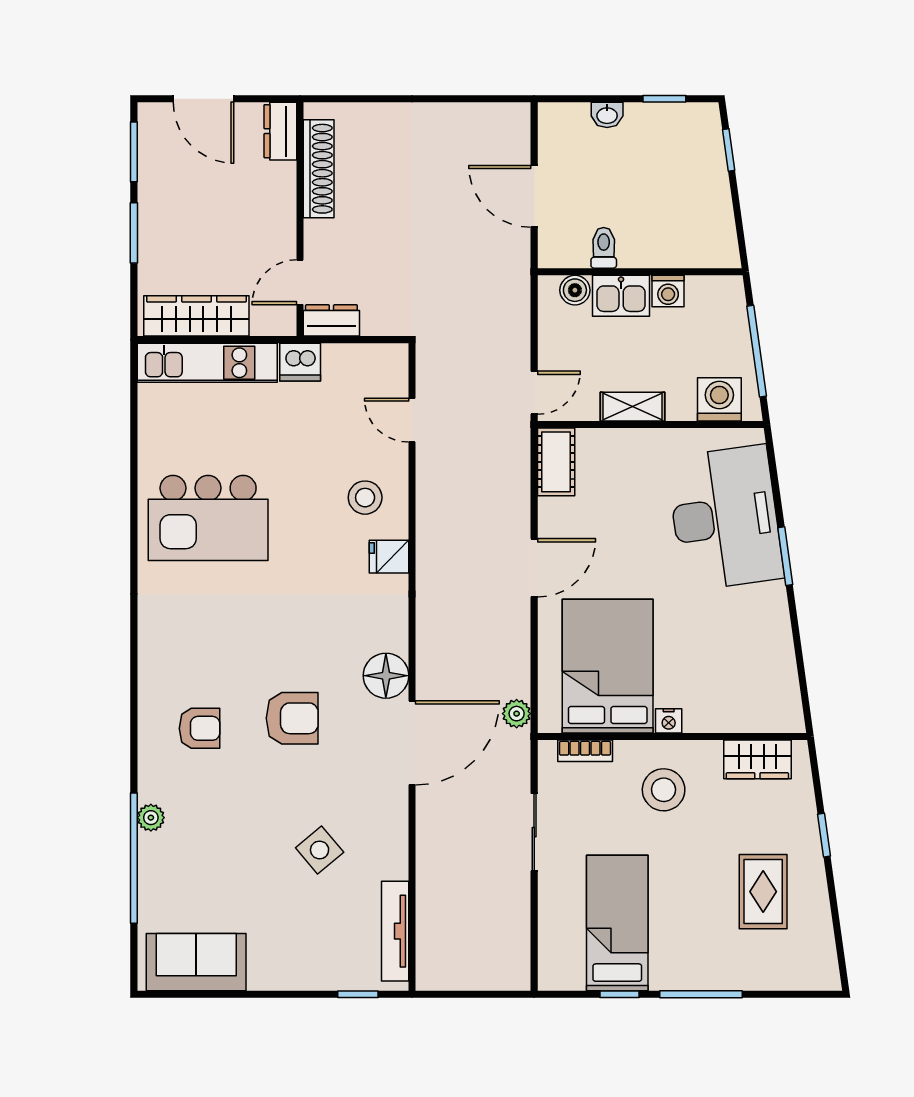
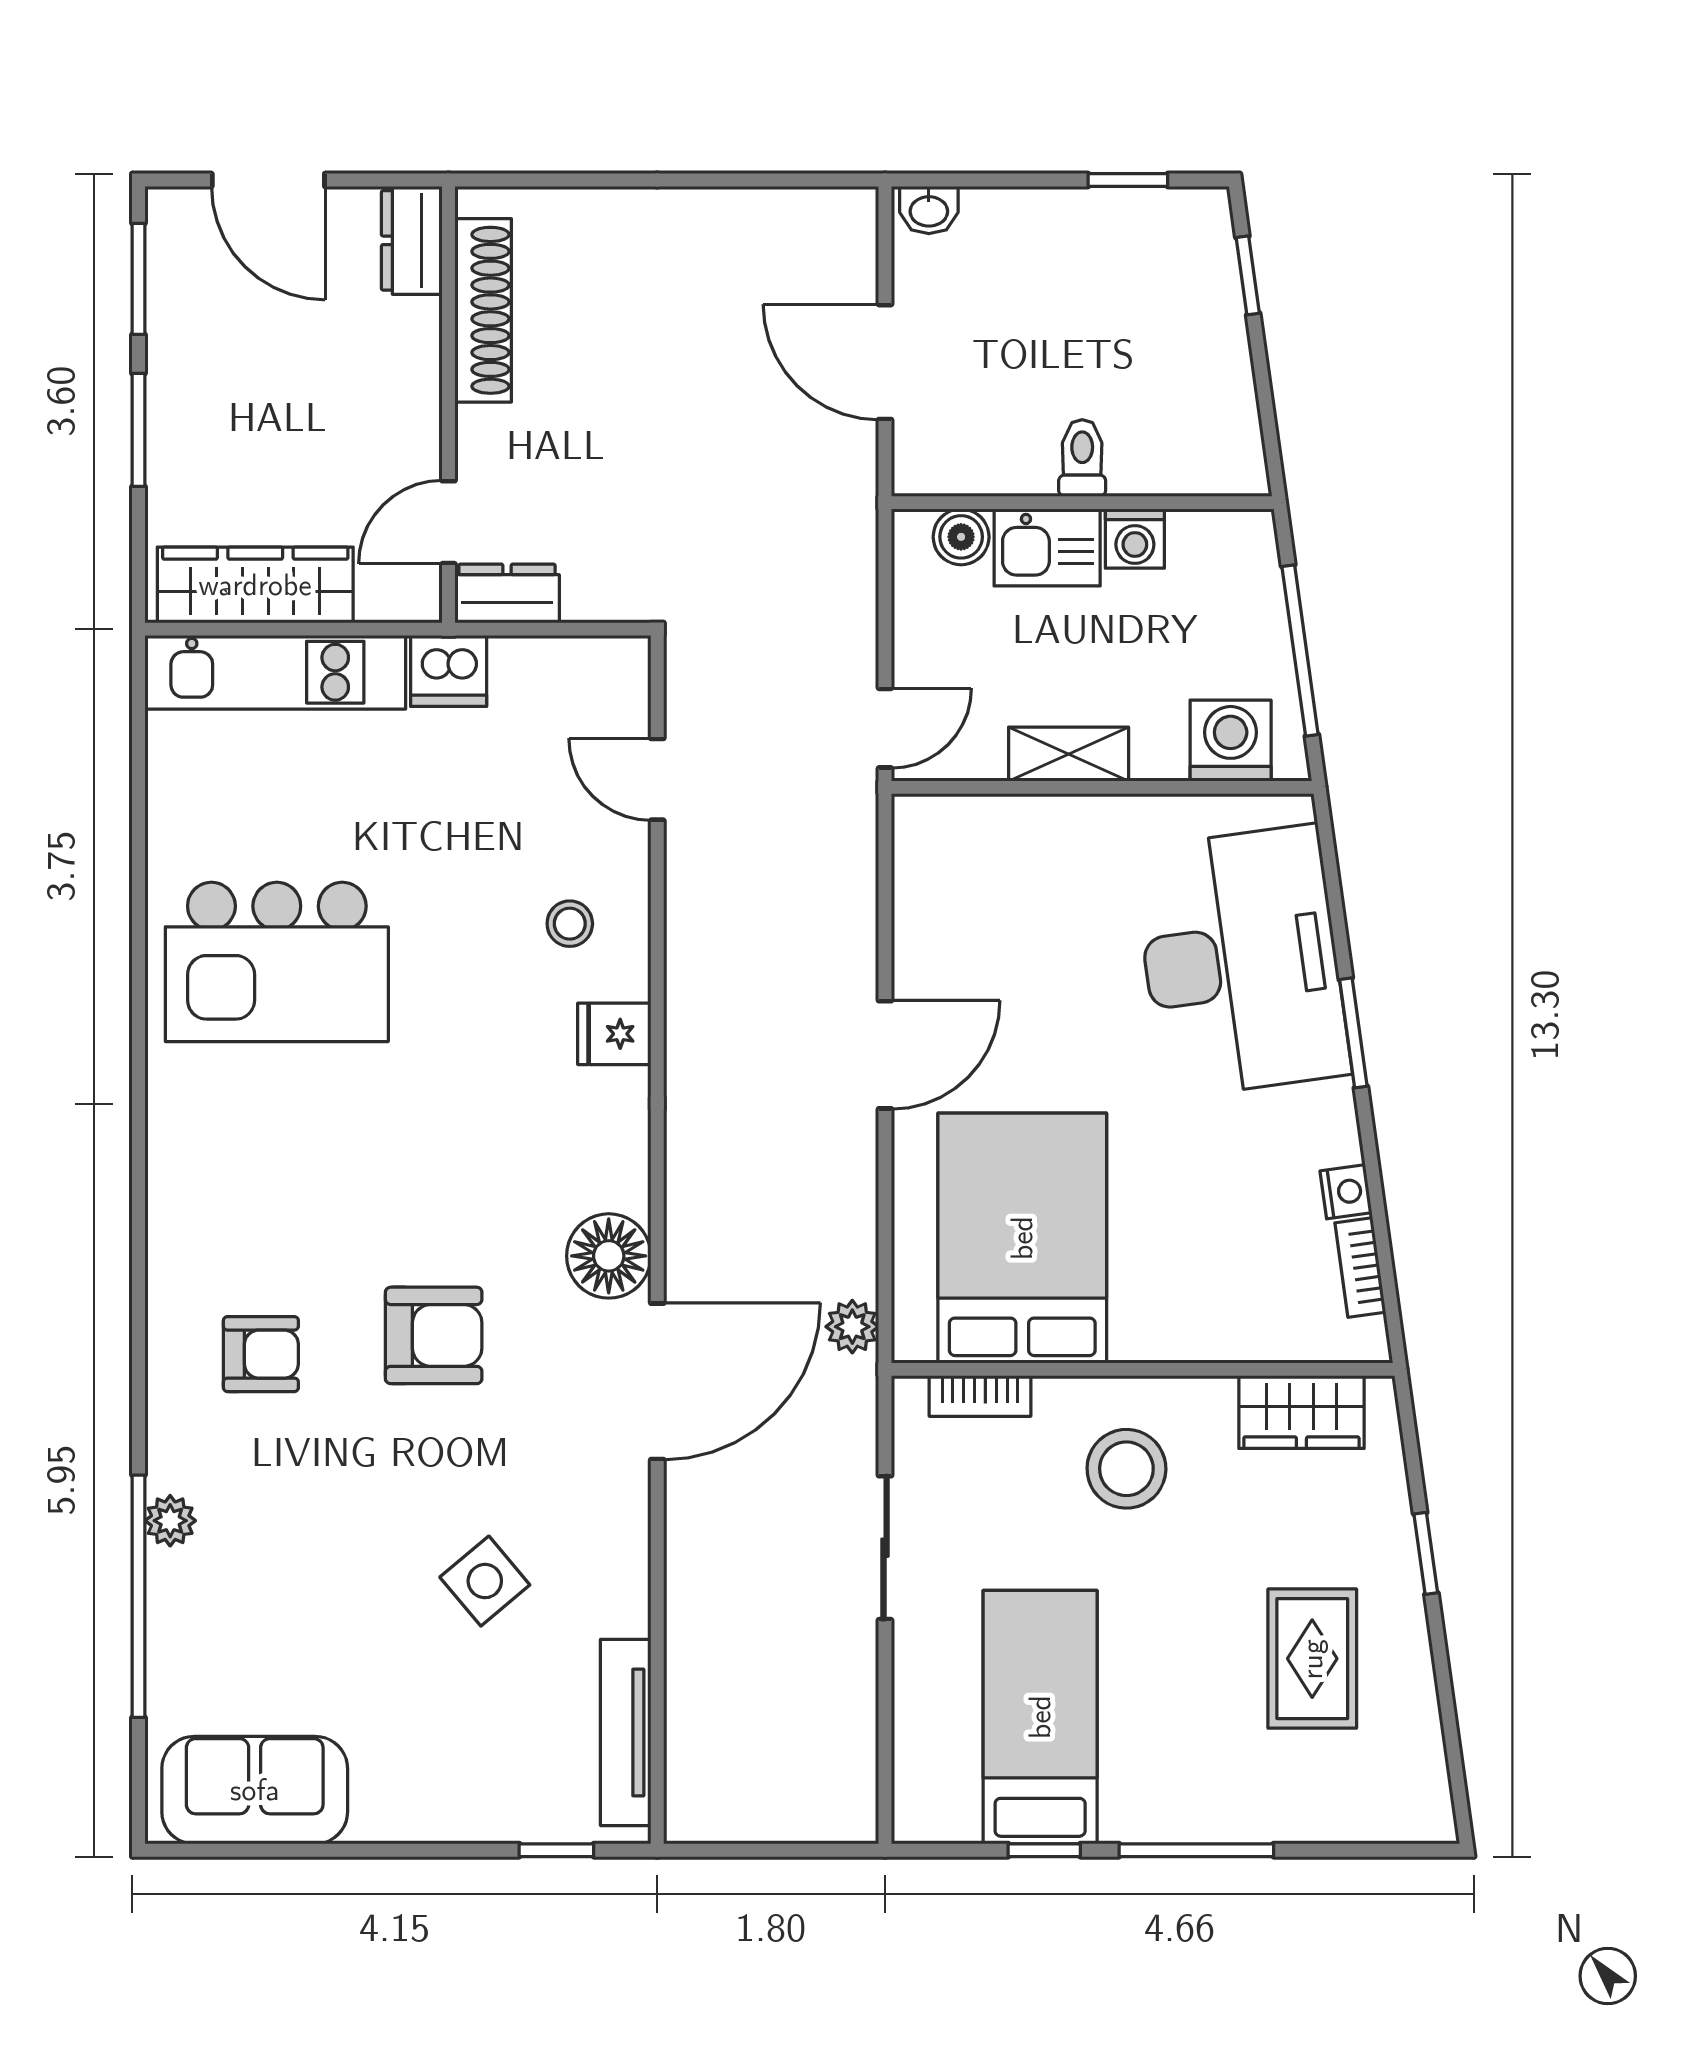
washbasin: (607, 115) -> (929, 210), moved
toilet: (604, 248) -> (1082, 458), moved
cot: (556, 462) -> (926, 857), removed
stool: (365, 498) -> (570, 924), width x0.73, depth x0.73
bookcase: (789, 682) -> (1360, 1268), added
nightstand: (669, 721) -> (1346, 1192), moved, turned -98

